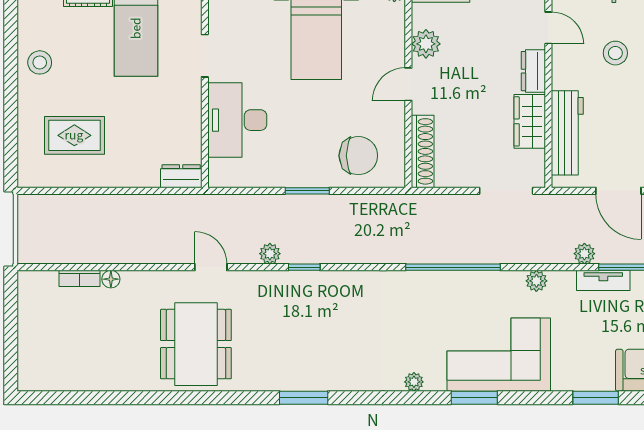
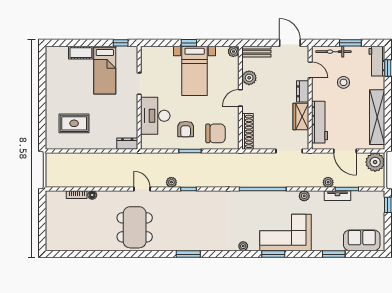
stool: (40, 62) -> (57, 87), removed
armchair: (298, 147) -> (186, 129), added

